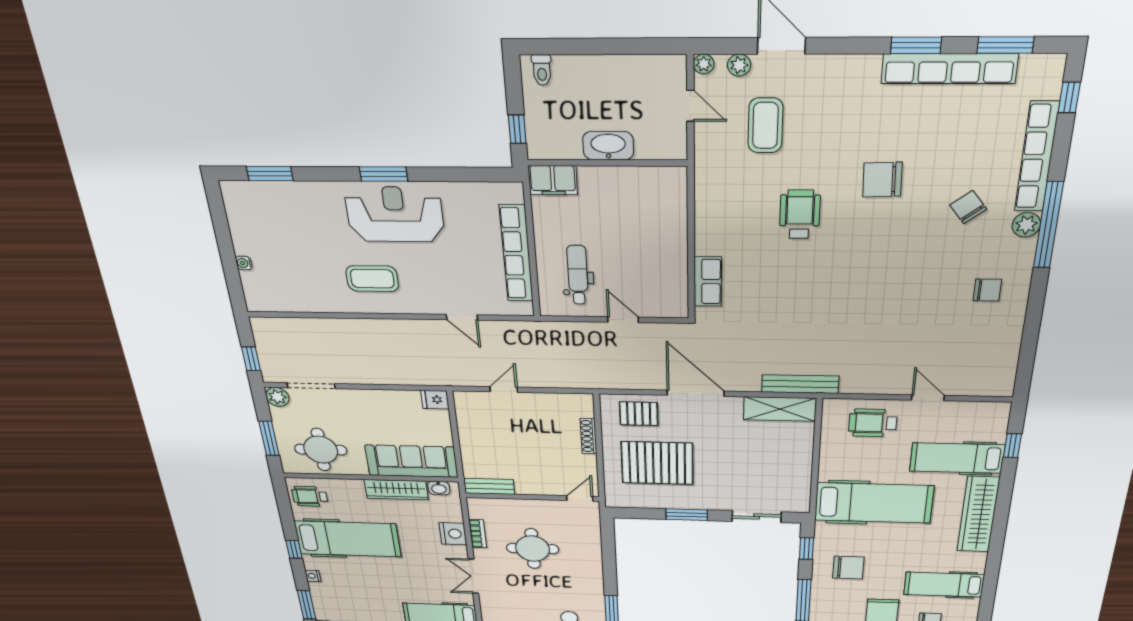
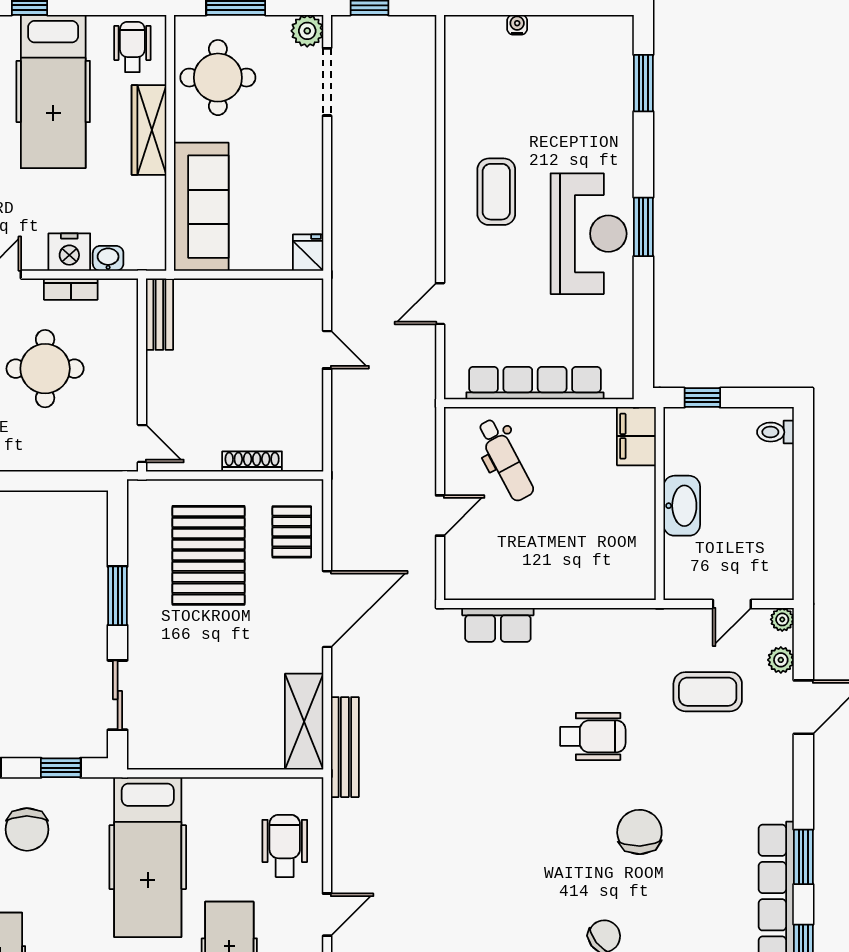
dental chair: (578, 275) -> (505, 460), turned 62
washbasin: (439, 488) -> (108, 258), moved, turned 90
wardrobe: (396, 490) -> (149, 130), moved

